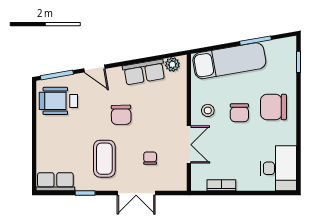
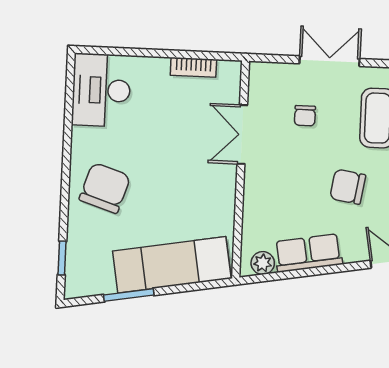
chair: (274, 107) -> (105, 188), turned -72
stool: (208, 110) -> (210, 187), removed
chair: (239, 113) -> (159, 181), removed
chair: (121, 115) -> (348, 187), turned -80

